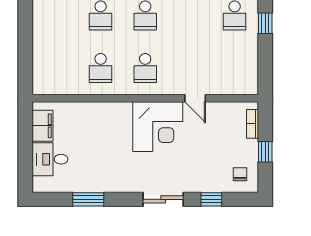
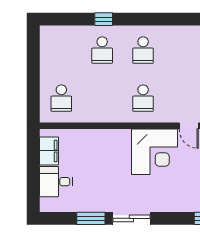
school desk: (101, 68) -> (61, 98), moved
sliding door: (163, 199) -> (131, 218), moved

